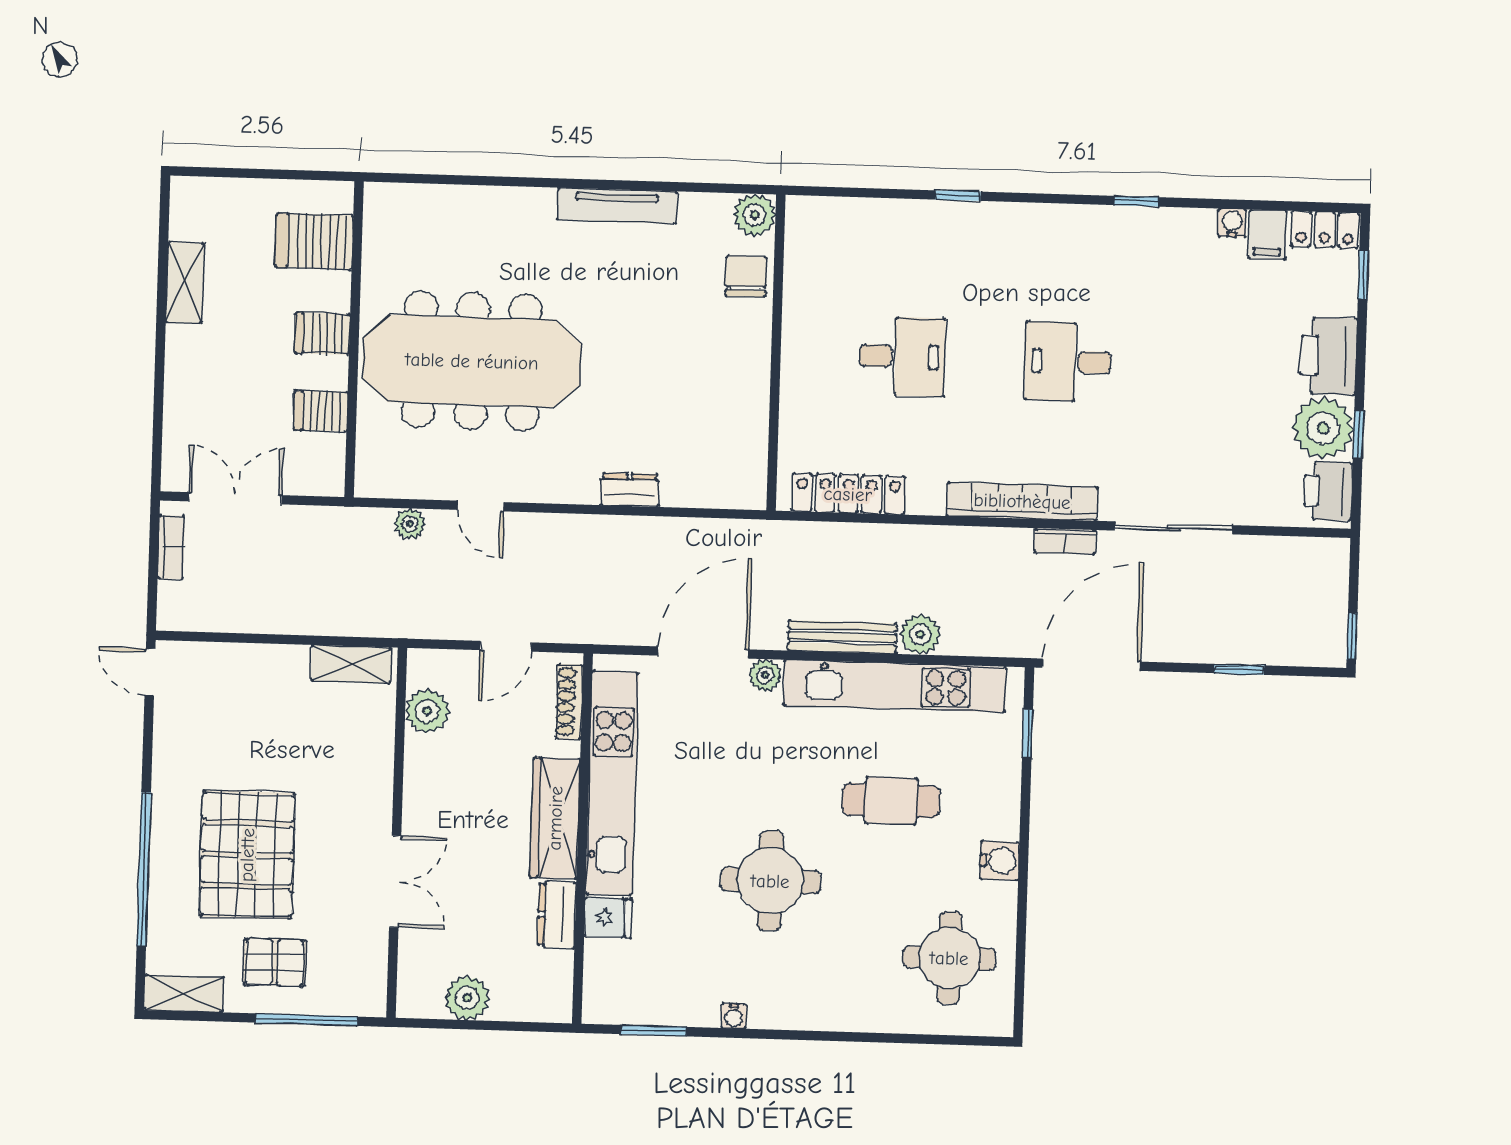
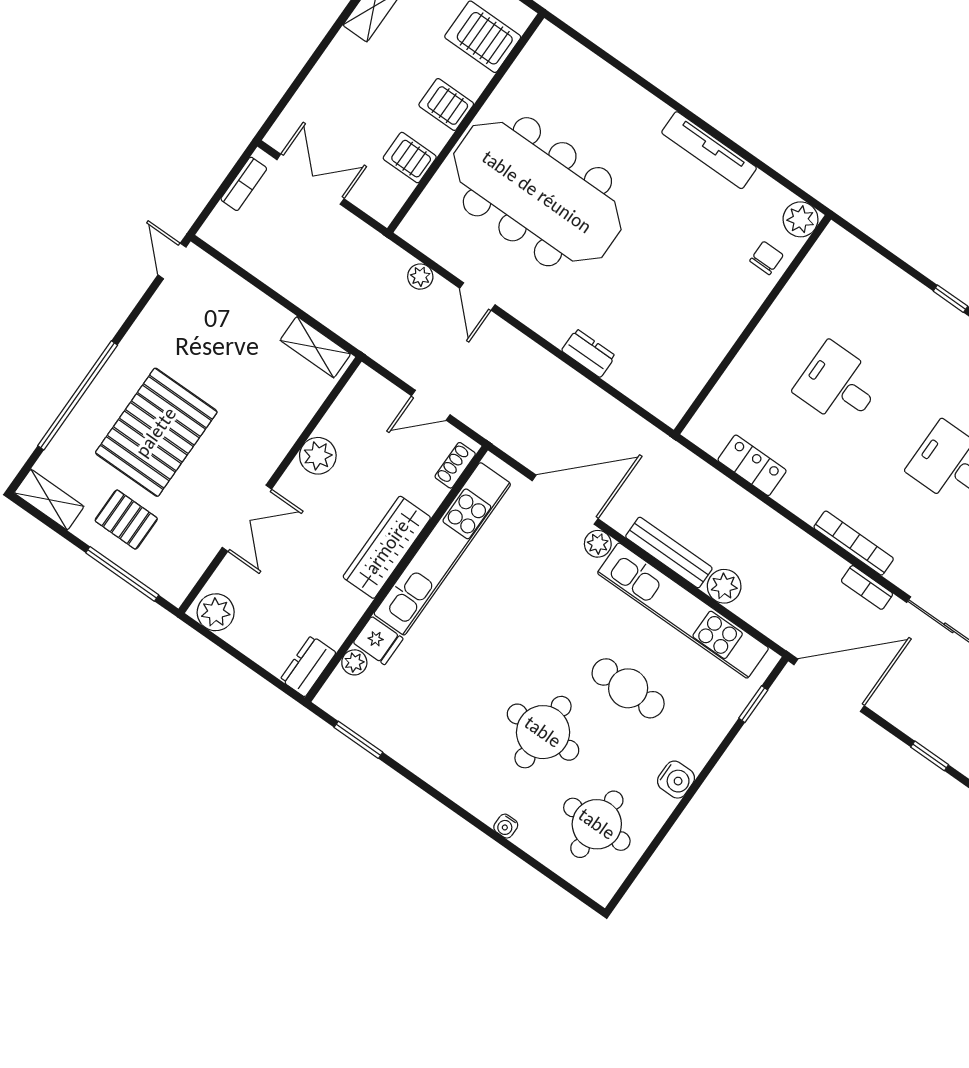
chair: (746, 276) -> (767, 258), width x0.73, depth x0.73
desk: (902, 357) -> (838, 385), turned 180
locker: (848, 494) -> (752, 465), width x0.66
bookcase: (1022, 501) -> (854, 543), width x0.68, depth x0.76
shoe rack: (569, 702) -> (455, 465), width x0.70
plant: (427, 711) -> (318, 456), moved
round table: (770, 881) -> (543, 732), moved
dresser: (557, 915) -> (308, 666), moved
plant: (599, 955) -> (354, 662), added
plant: (467, 998) -> (216, 612), moved
water cooler: (734, 1016) -> (506, 826), moved

